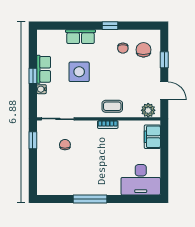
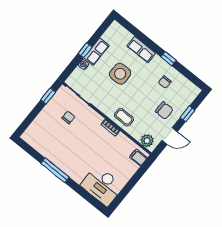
chair: (143, 50) -> (164, 110), moved, turned 90
door: (164, 91) -> (170, 136), hinge flipped
filing cabinet: (152, 137) -> (138, 158), width x0.50

